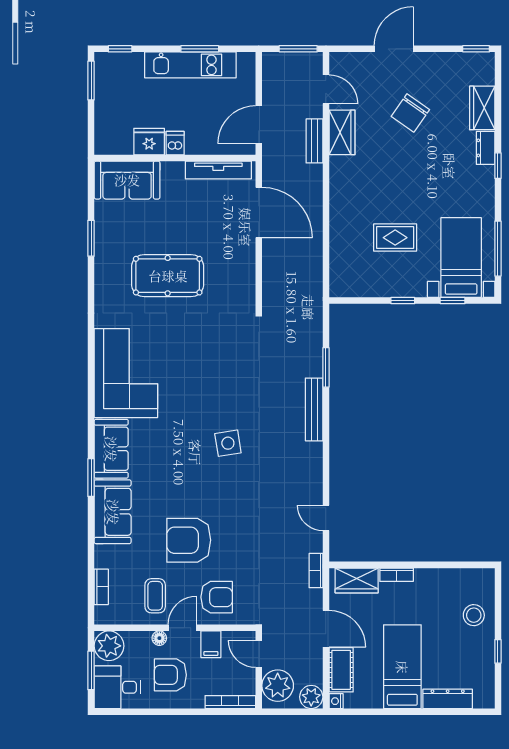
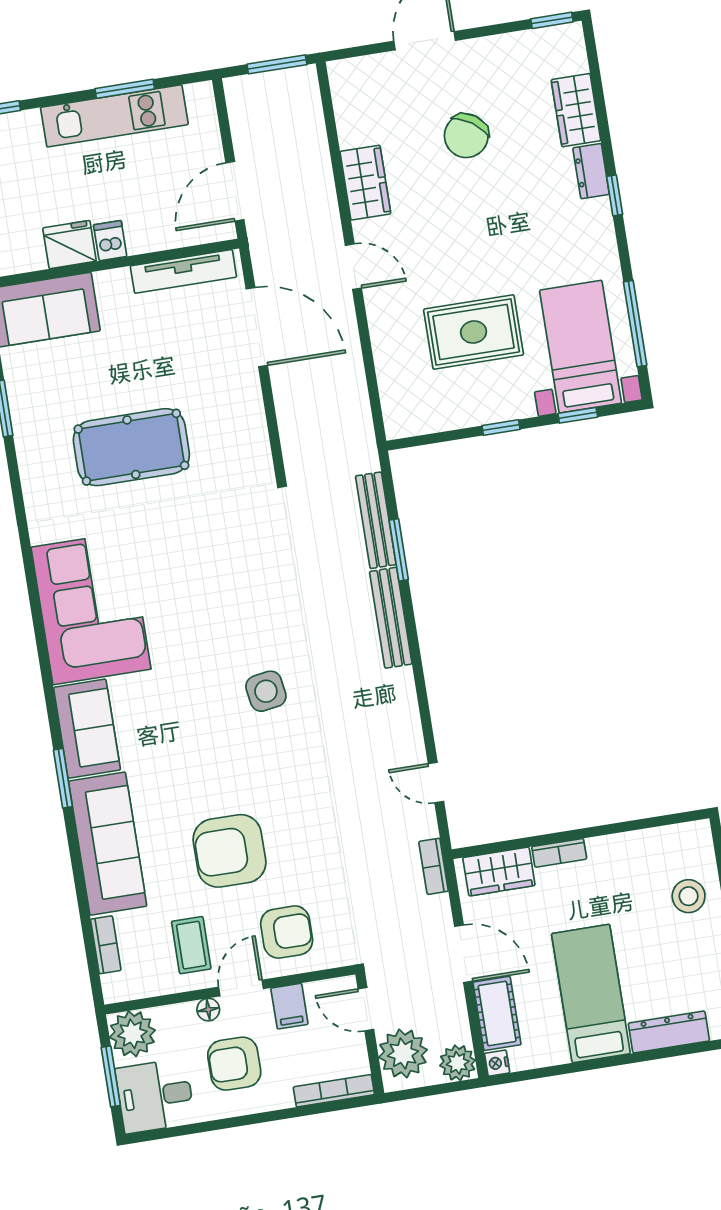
door: (326, 89) -> (353, 267), moved
bench: (314, 141) -> (376, 520), moved, width x1.36
rug: (395, 238) -> (474, 332), width x1.36, depth x1.43
sofa: (113, 512) -> (108, 844), width x1.36

